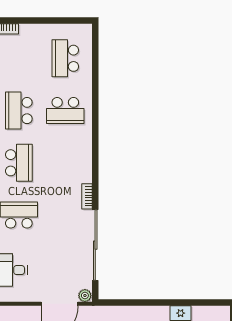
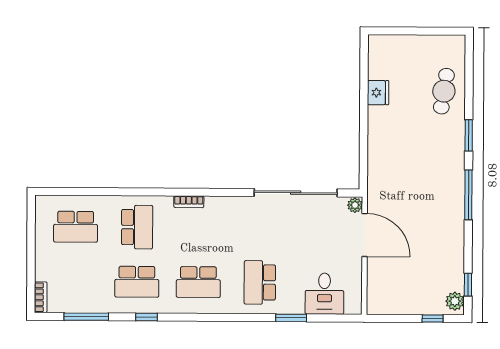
school desk: (19, 163) -> (198, 282), turned 180
bookcase: (87, 196) -> (189, 202), moved

